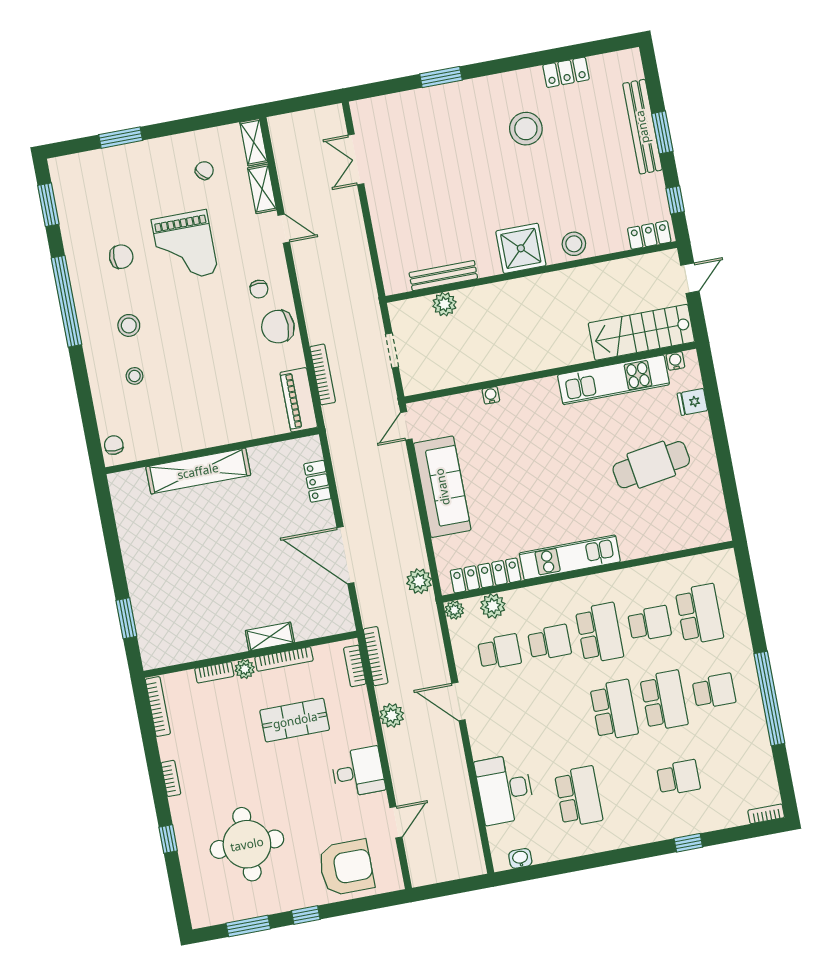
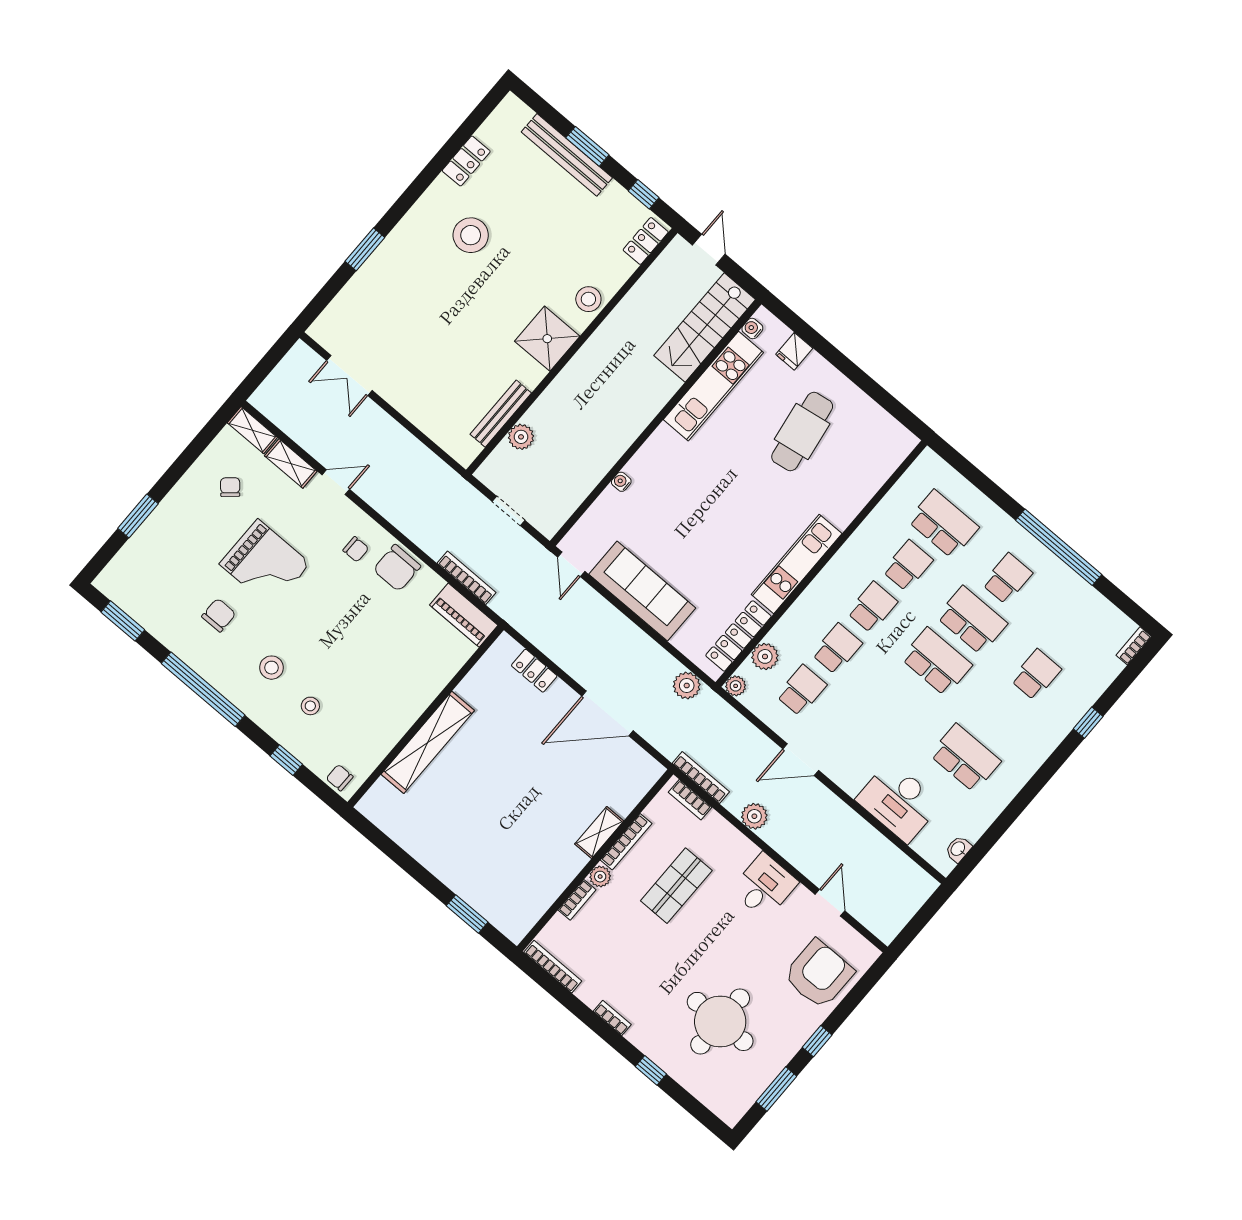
window: (85, 401) -> (286, 760), added
school desk: (599, 633) -> (872, 607), width x0.54

